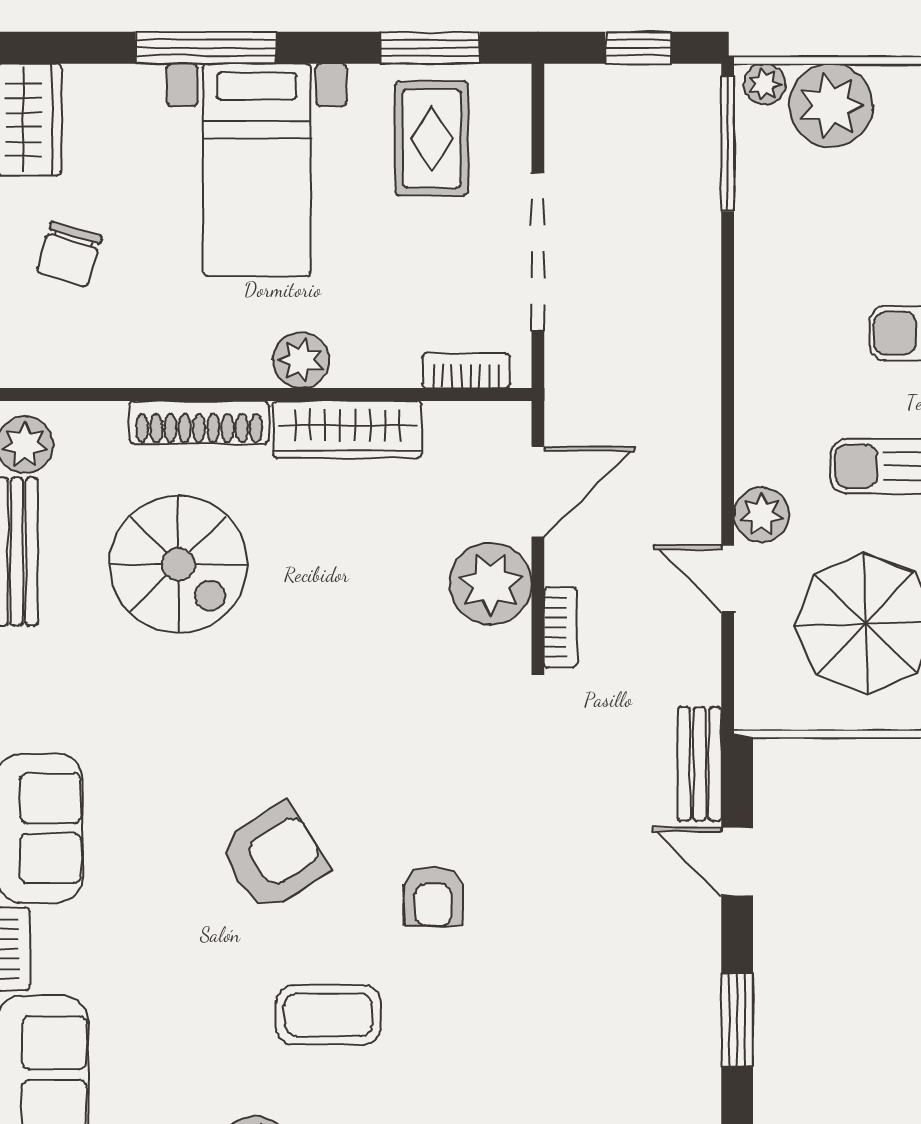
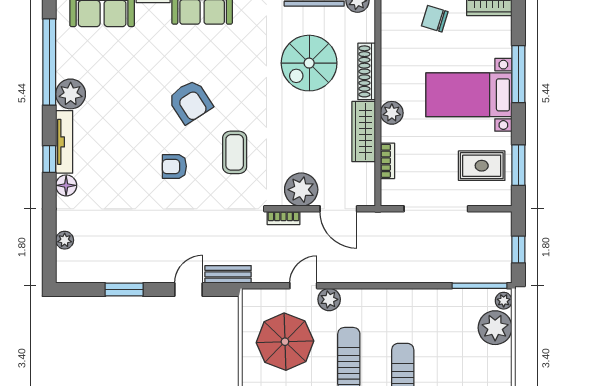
bookcase: (466, 371) -> (387, 161), moved
coffee table: (328, 1015) -> (235, 152), moved

